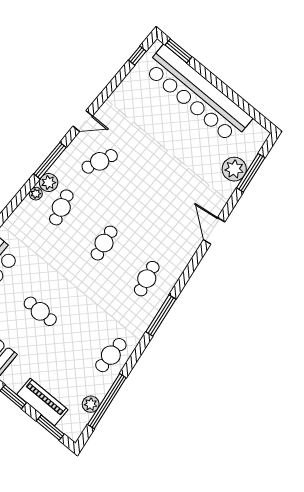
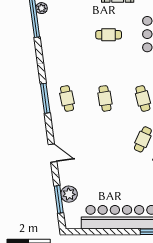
window: (161, 315) -> (45, 98), moved
cafe table: (111, 355) -> (52, 43), removed

